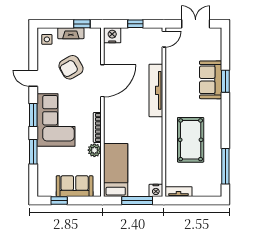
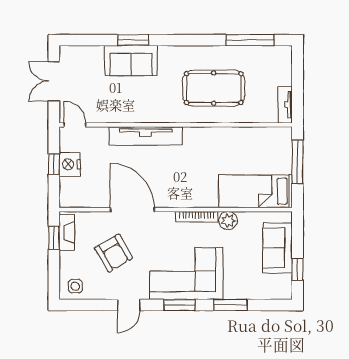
fireplace: (71, 33) -> (67, 232), moved
nightstand: (112, 35) -> (70, 164), moved
nightstand: (156, 190) -> (284, 136), removed

